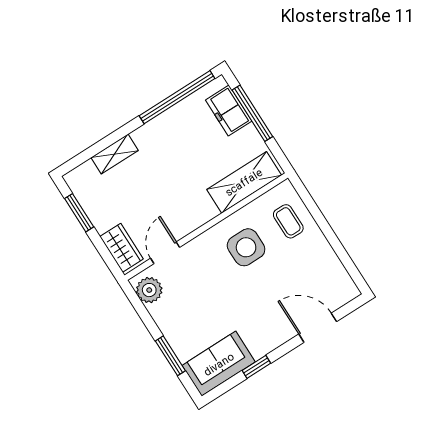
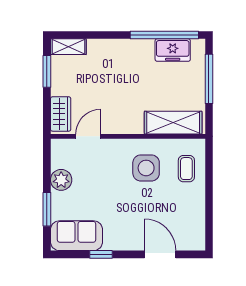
freezer: (229, 111) -> (173, 50), moved, turned -90
shelving: (115, 154) -> (68, 47), moved
plant: (149, 290) -> (61, 180), moved

